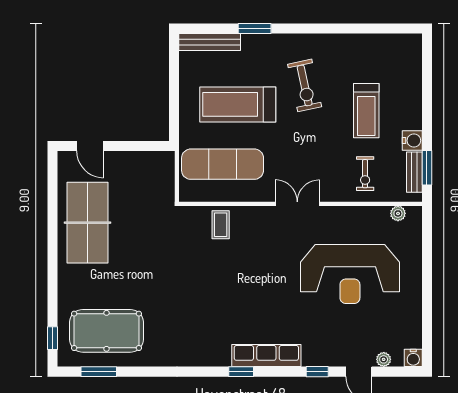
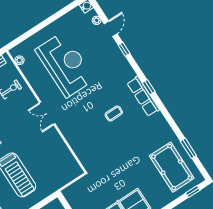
exercise mat: (223, 164) -> (52, 163), removed
coffee table: (221, 225) -> (114, 113), moved
row of seats: (266, 356) -> (143, 96), moved
window: (99, 372) -> (188, 148), moved

